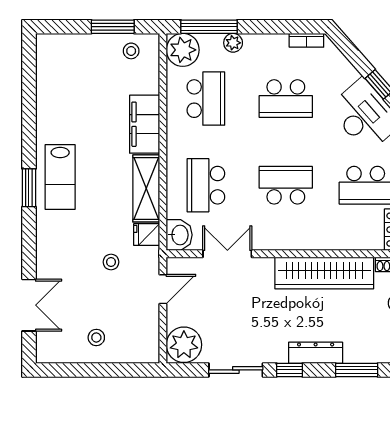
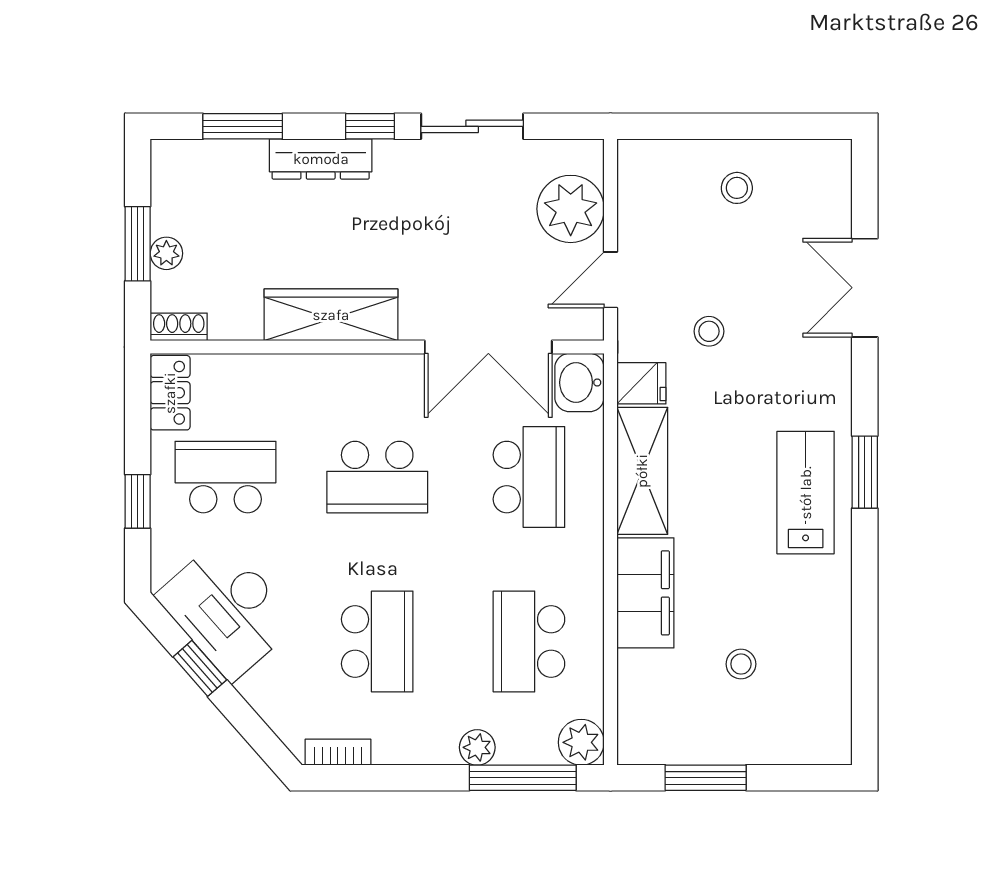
plant: (183, 50) -> (581, 742), width x0.73, depth x0.73
stool: (131, 51) -> (741, 664), moved
school desk: (286, 99) -> (377, 642), turned 90
double door: (227, 254) -> (488, 347), width x1.37
wardrobe: (324, 273) -> (331, 315), width x0.71, depth x0.85
double door: (29, 305) -> (865, 288), moved
plant: (184, 345) -> (571, 209), moved

